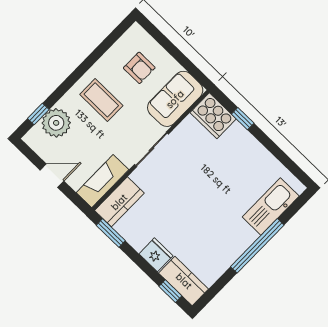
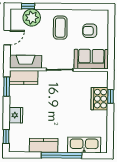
armchair: (139, 68) -> (90, 31), turned 90
cooker: (213, 116) -> (99, 99), moved
door: (52, 176) -> (7, 38), hinge flipped
kitchen counter: (184, 281) -> (44, 145), moved, turned -90

